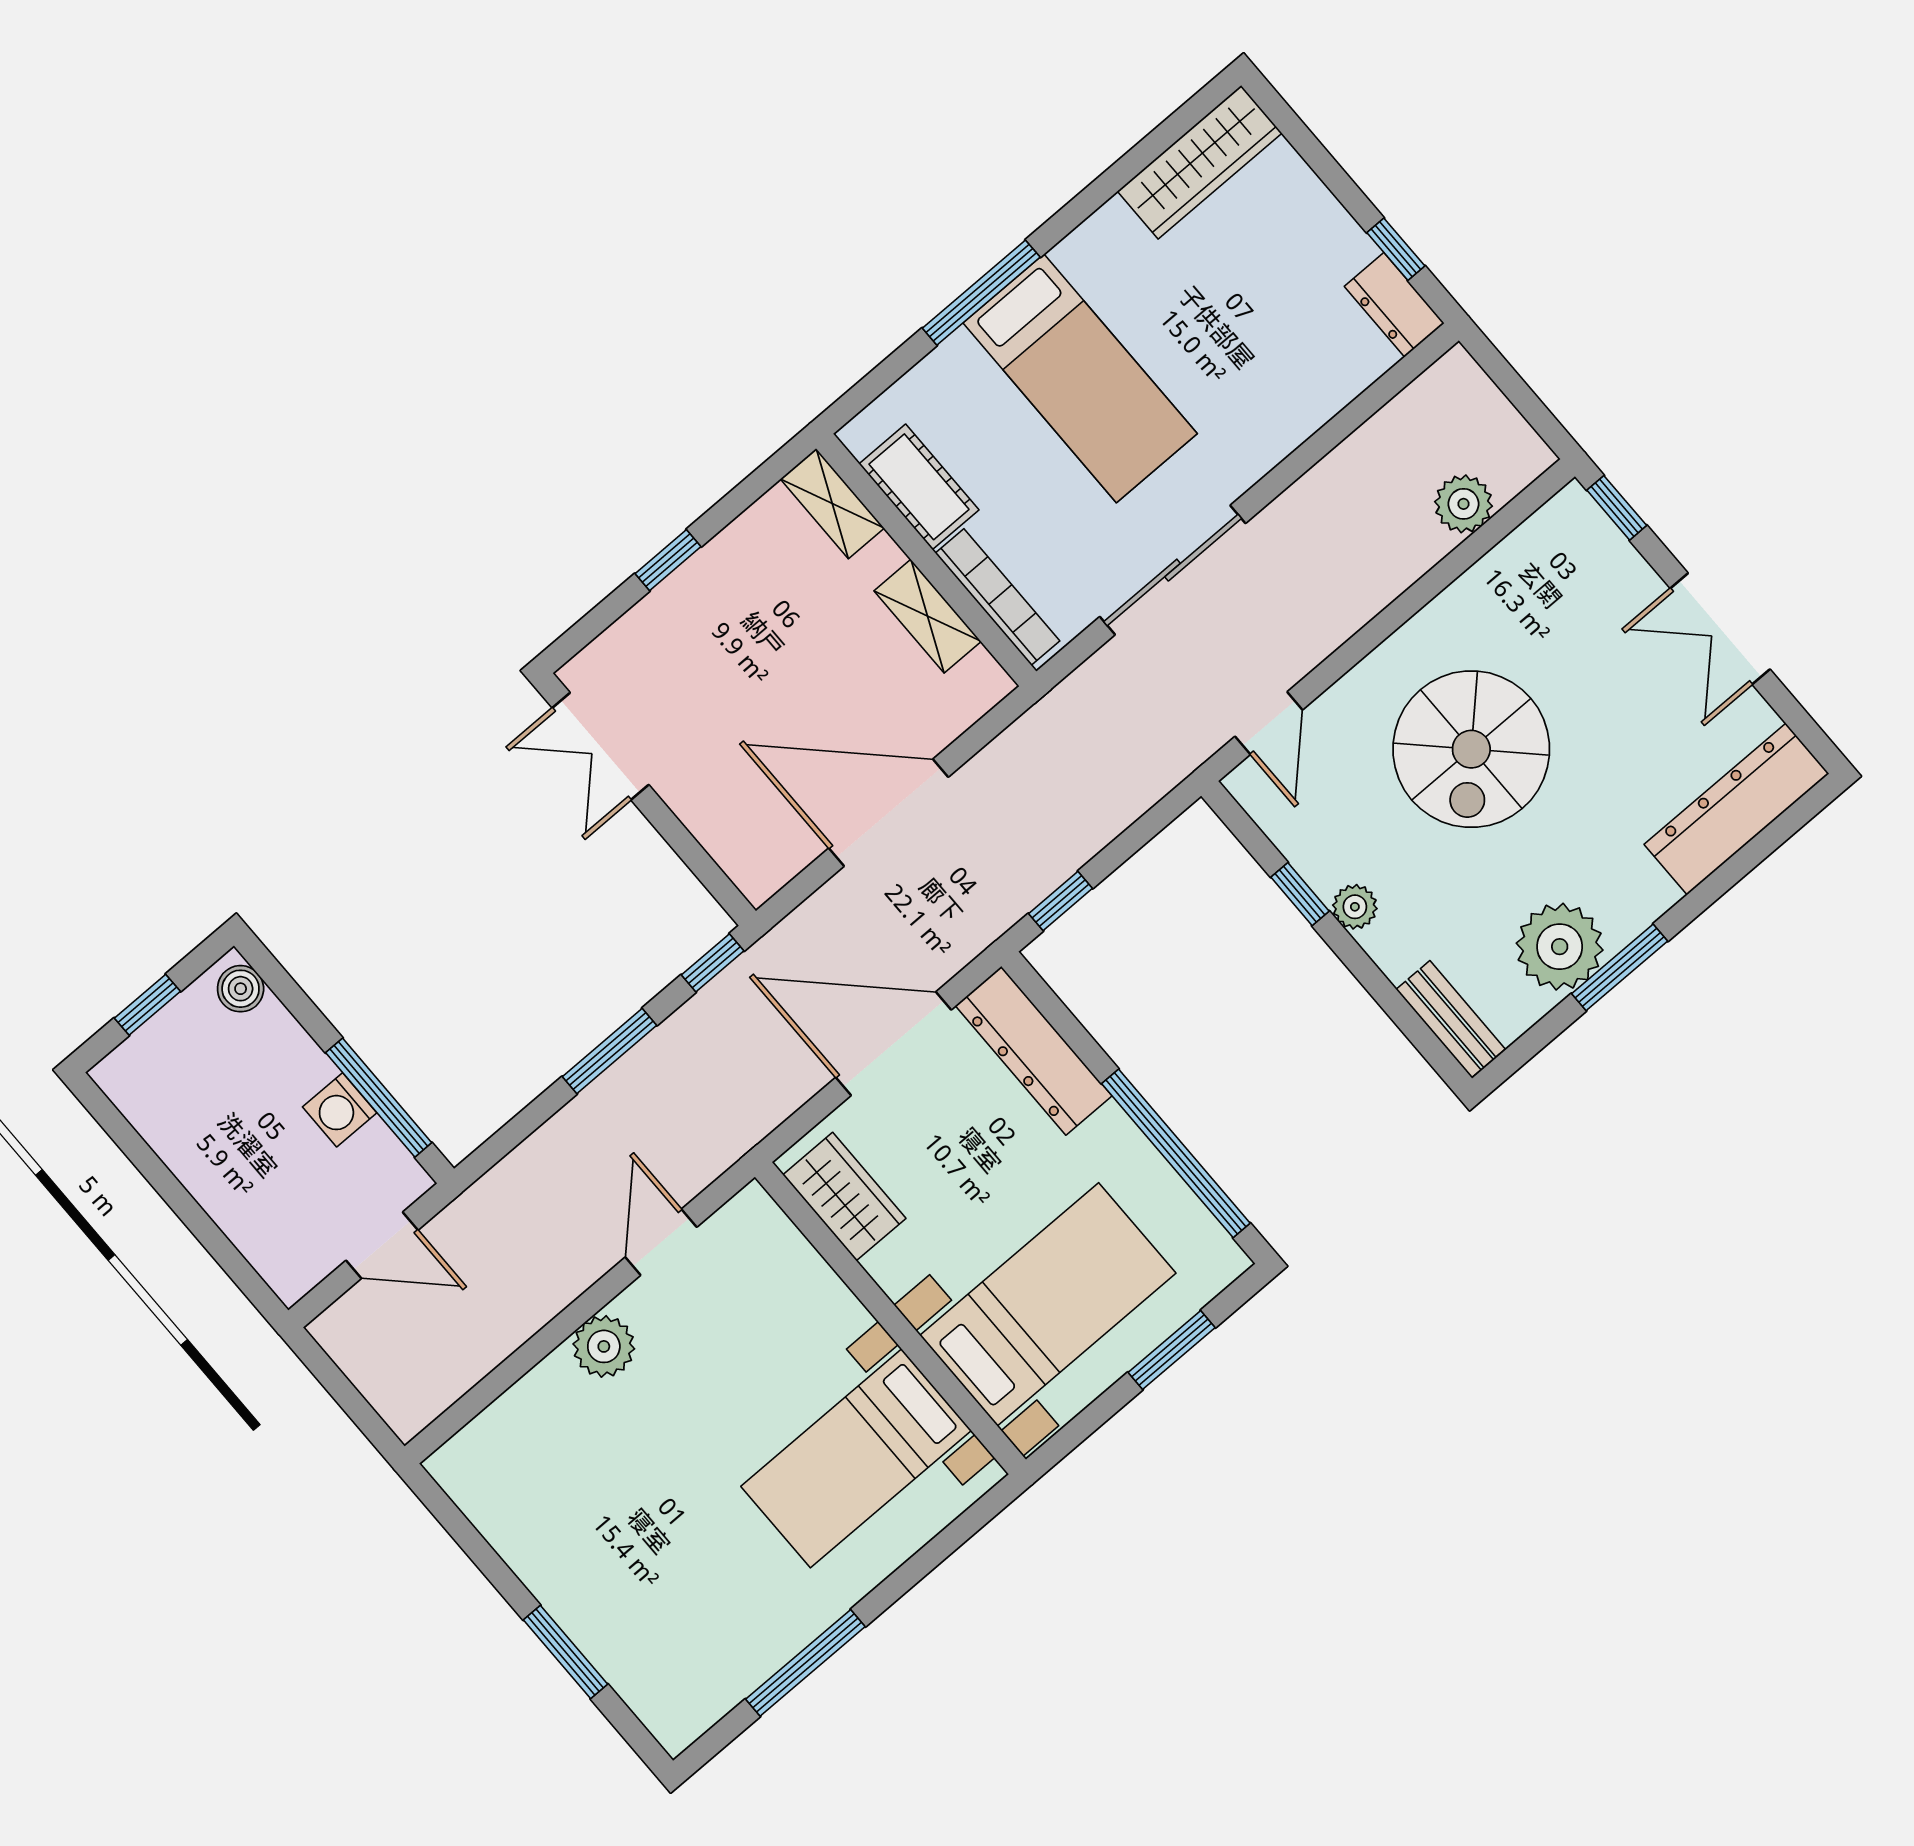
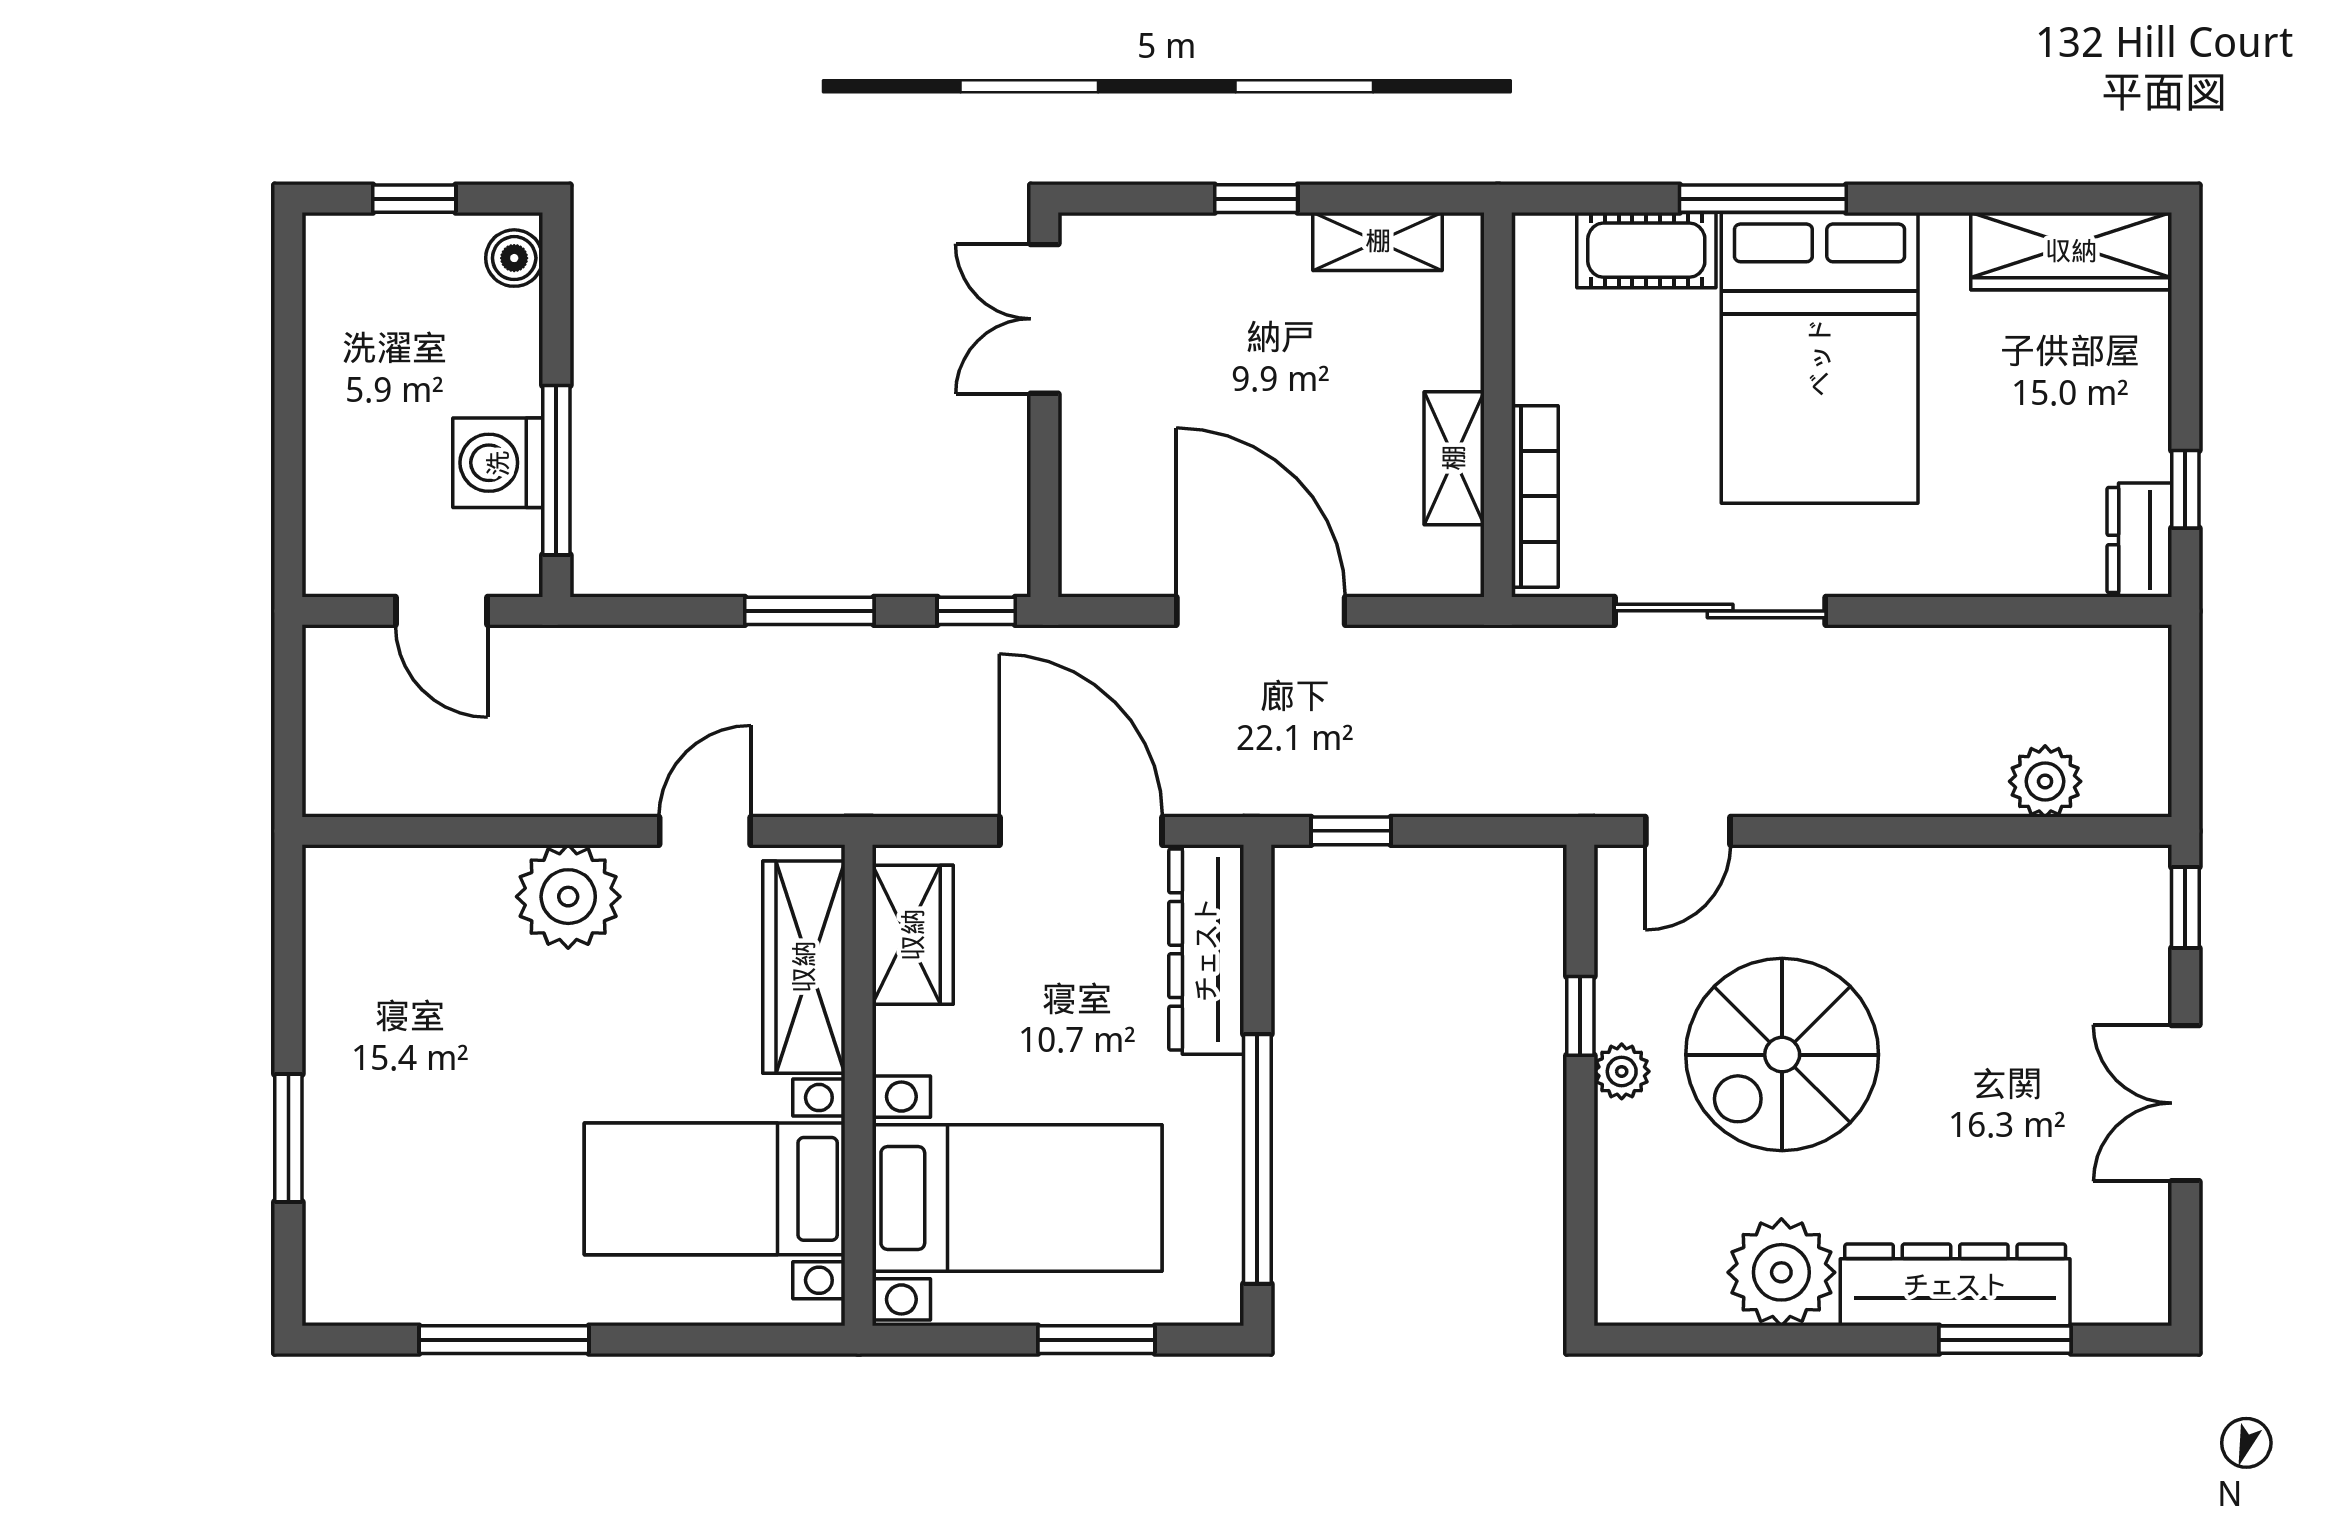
bed: (1080, 378) -> (1820, 358), width x1.50
cot: (919, 487) -> (1646, 250), moved, turned 90
shelving: (832, 504) -> (1378, 241), moved, turned 90
spiral stairs: (1471, 749) -> (1782, 1055), moved
dresser: (1737, 809) -> (1955, 1285), moved
window: (1620, 967) -> (2005, 1340), moved
bench: (1451, 1019) -> (1622, 1253), removed
washing machine: (340, 1110) -> (498, 463), width x1.38, depth x1.38
wardrobe: (794, 1274) -> (804, 967), added
plant: (604, 1346) -> (568, 897), width x1.36, depth x1.36

